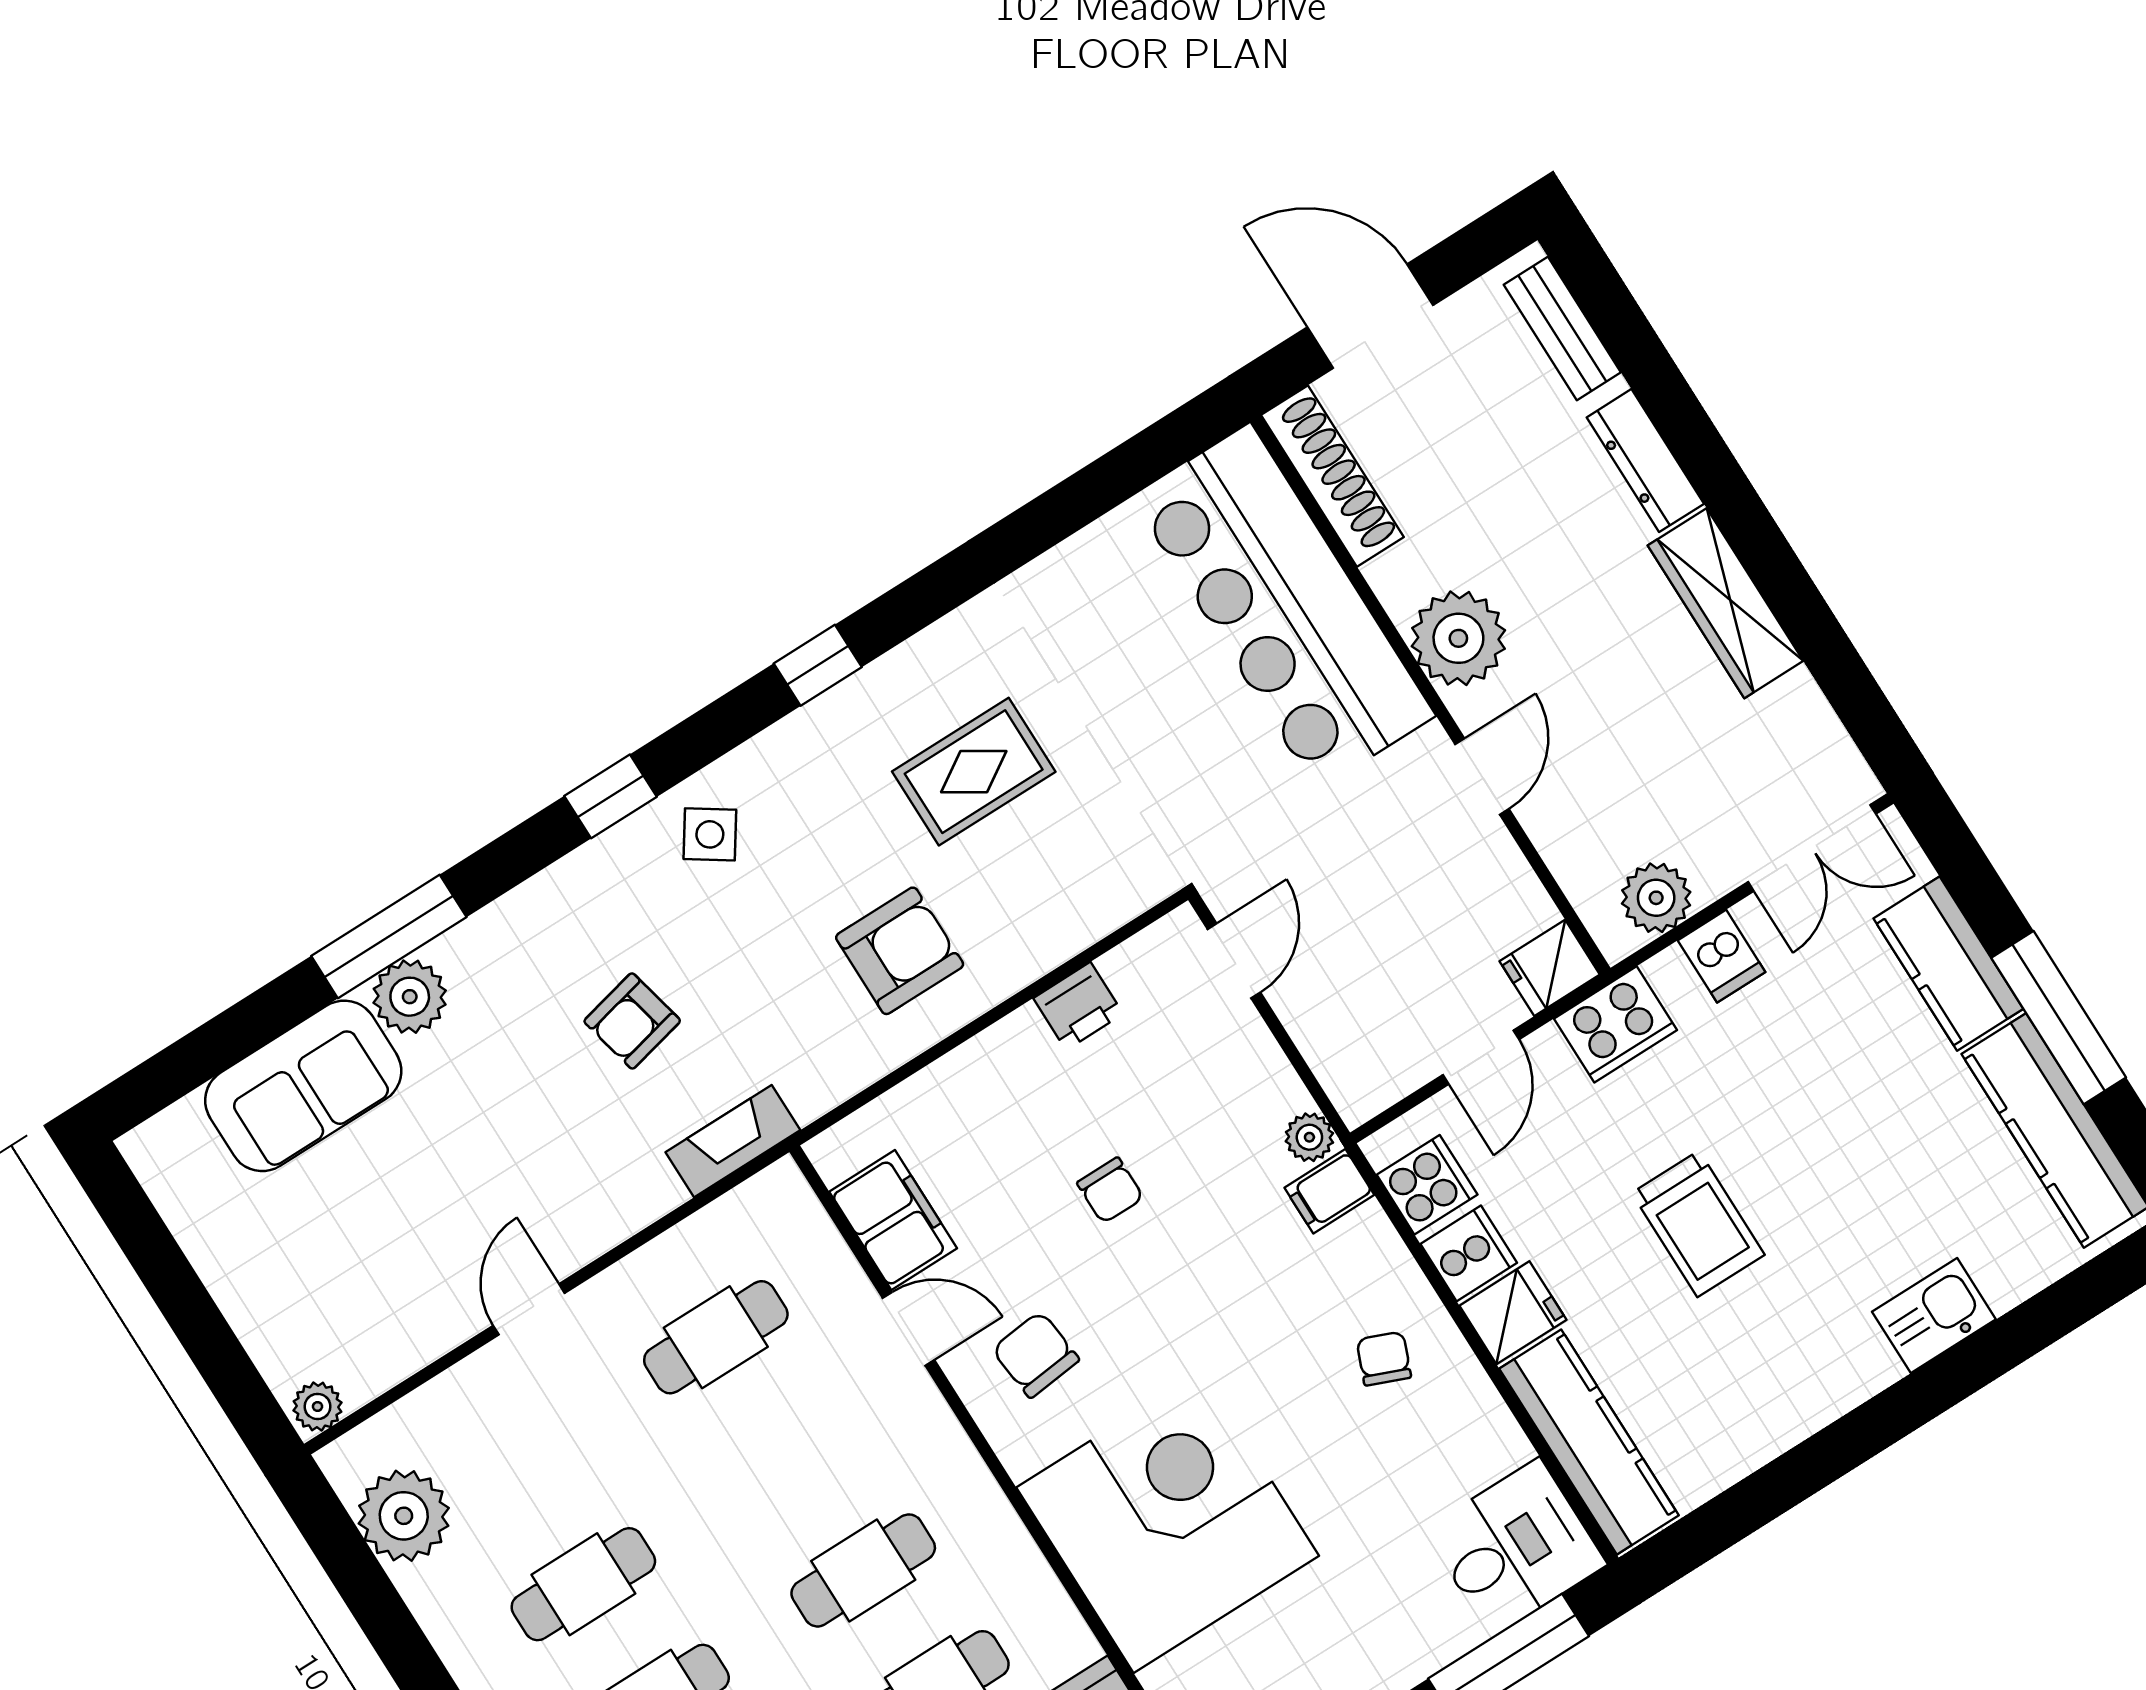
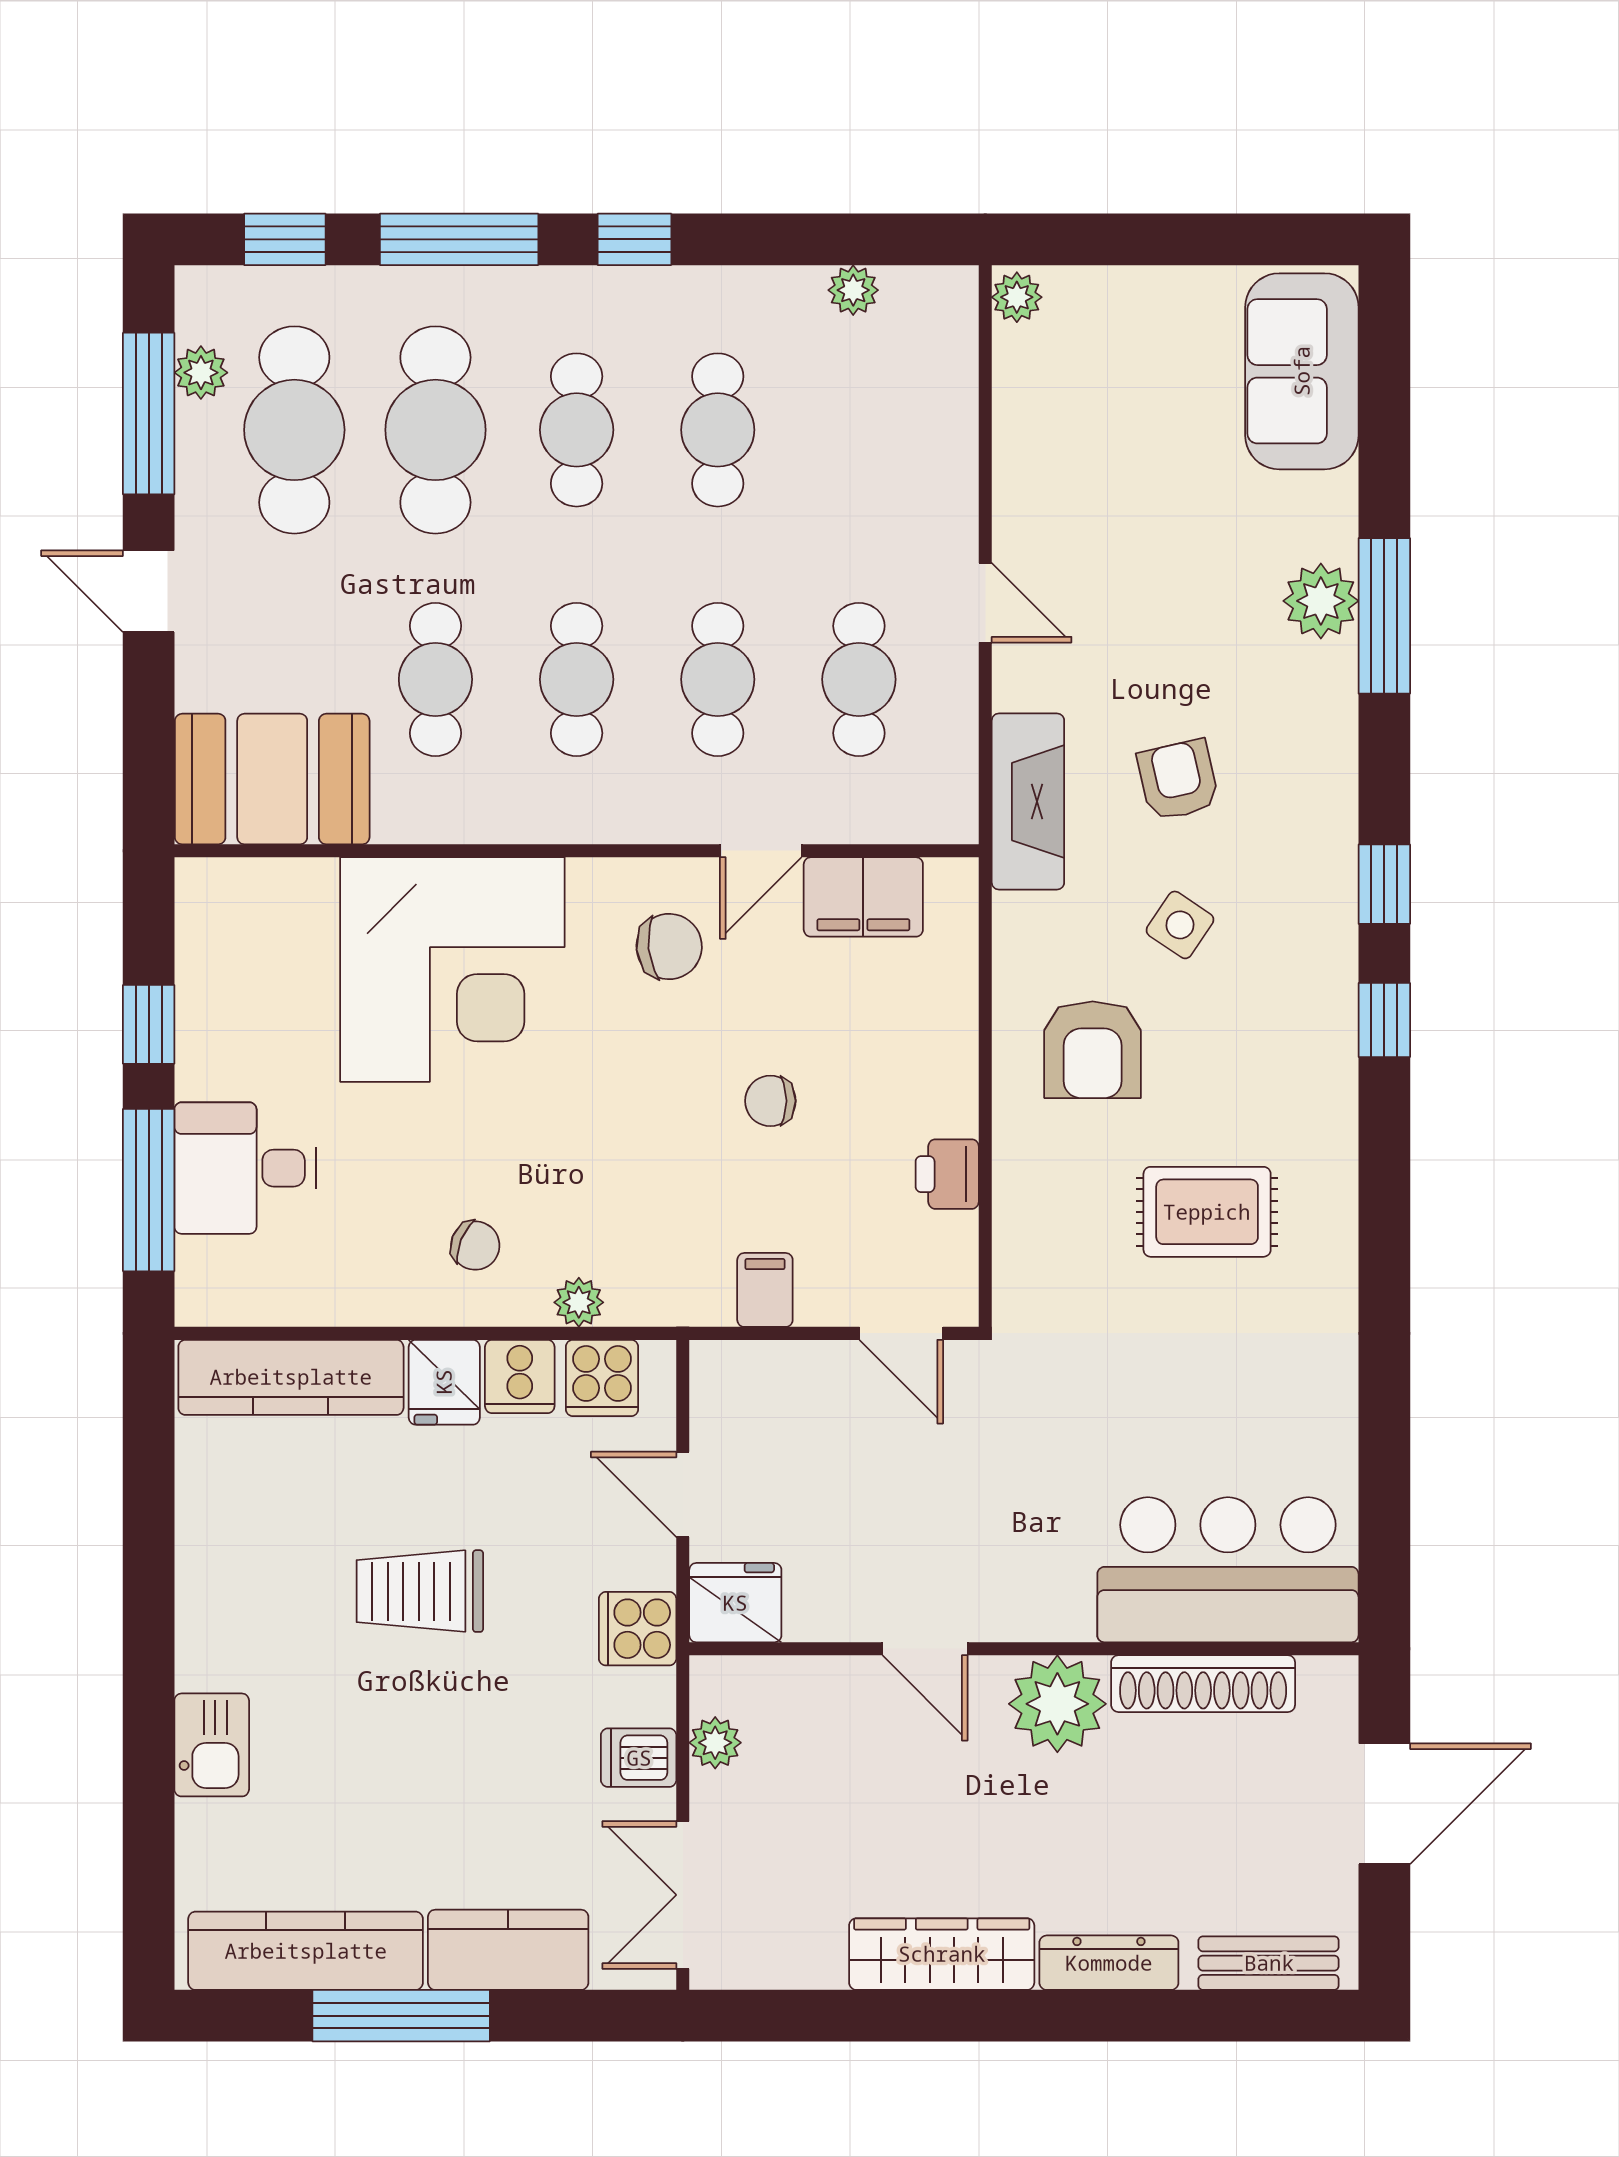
shoe rack: (1332, 476) -> (1203, 1684), moved
bar counter: (1283, 607) -> (1228, 1570), width x0.73
window: (818, 665) -> (1384, 1020), moved
rug: (974, 772) -> (1207, 1212), turned 90
side table: (710, 834) -> (1180, 925), moved
plant: (1656, 898) -> (715, 1743), width x0.73, depth x0.73
fridge: (1550, 968) -> (735, 1603), width x1.38
cooker: (1616, 1024) -> (638, 1629), width x0.73
sofa: (303, 1086) -> (1302, 371), moved
plant: (1309, 1137) -> (579, 1302), moved
fireplace: (733, 1141) -> (1028, 802), width x1.37, depth x1.32
filing cabinet: (1329, 1191) -> (765, 1290), moved
door: (529, 1309) -> (985, 603), moved
cafe table: (790, 1454) -> (718, 679), added
plant: (404, 1516) -> (853, 290), width x0.53, depth x0.53
desk: (1515, 1547) -> (245, 1168), moved, turned 90

